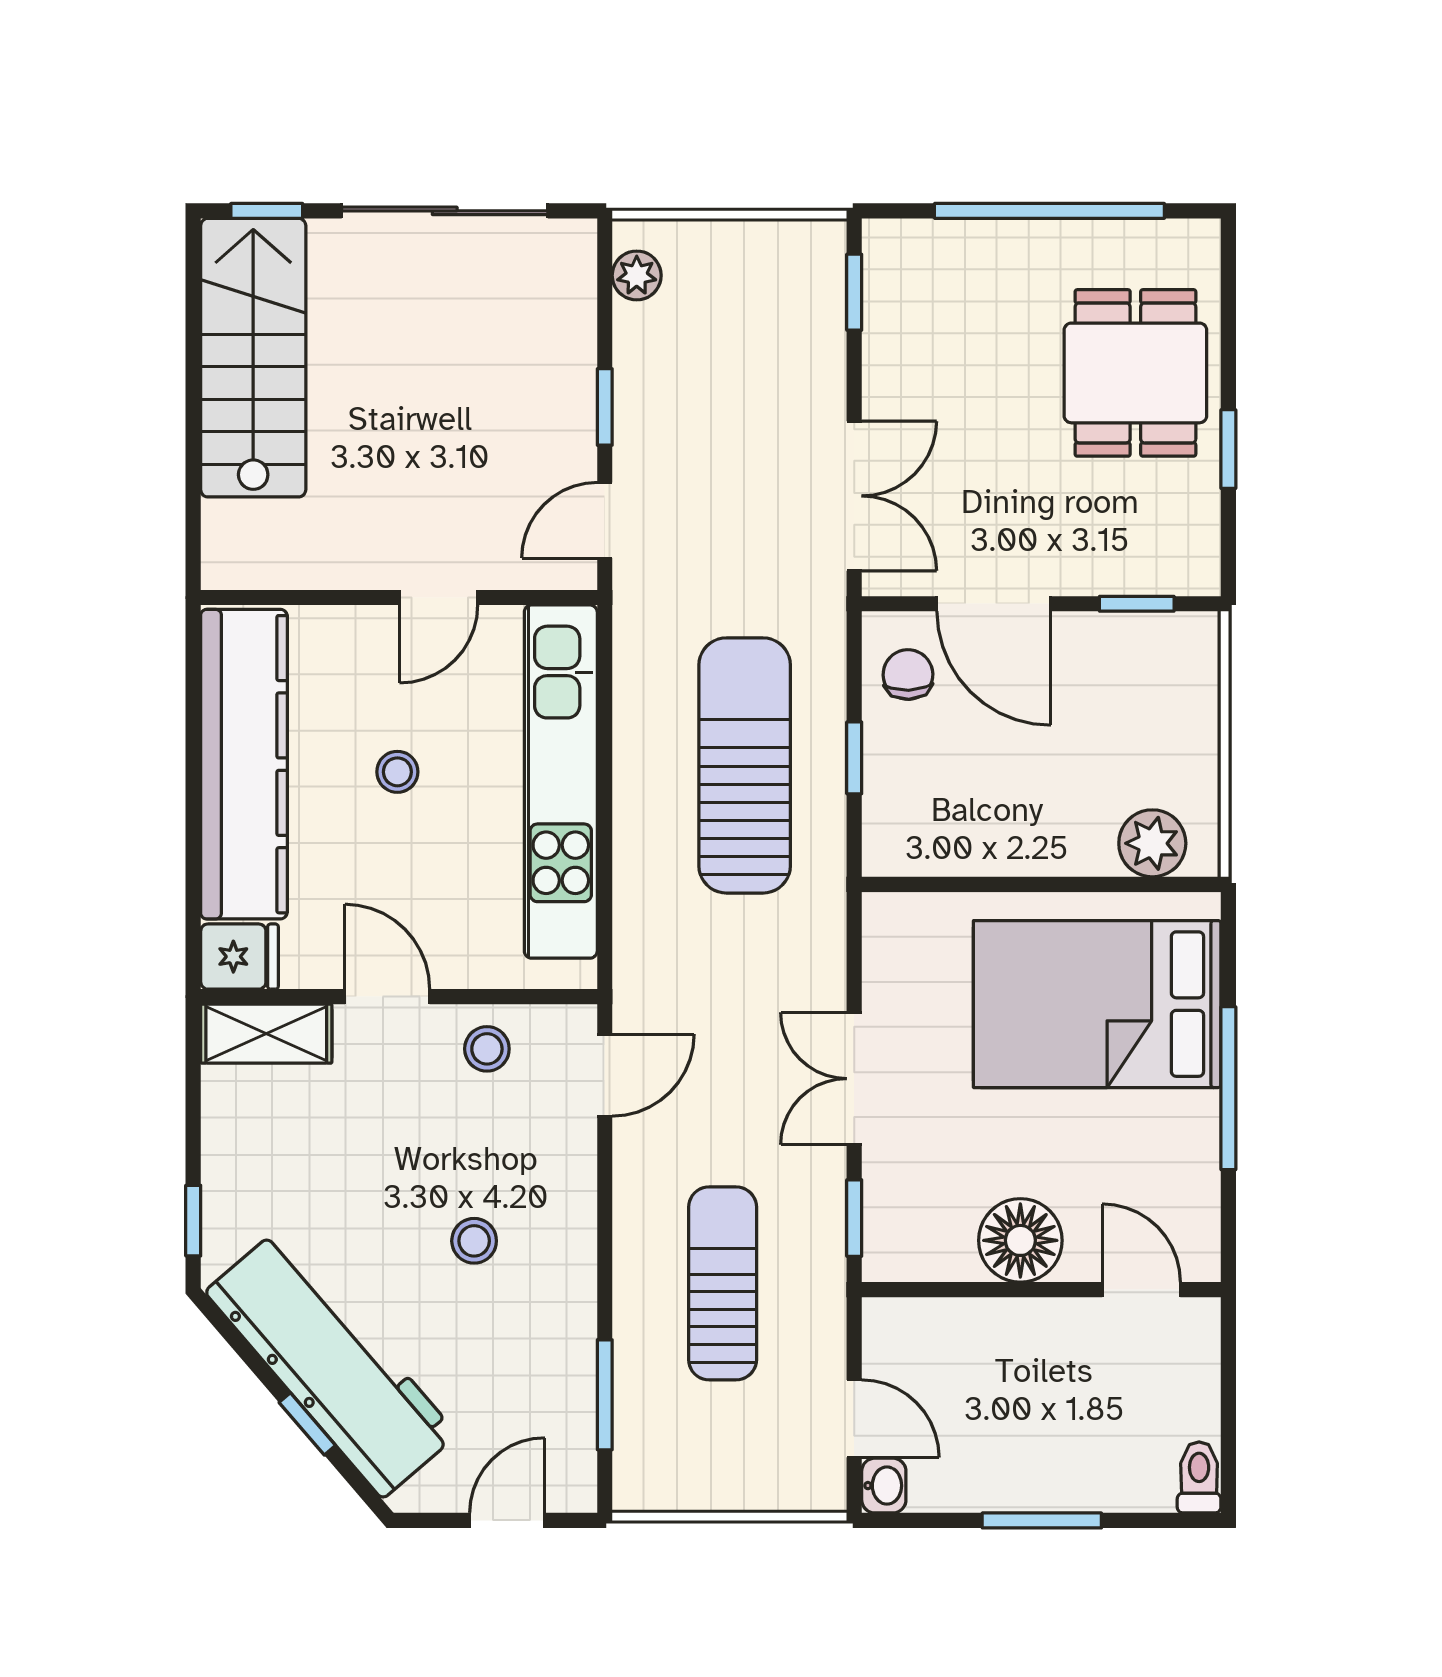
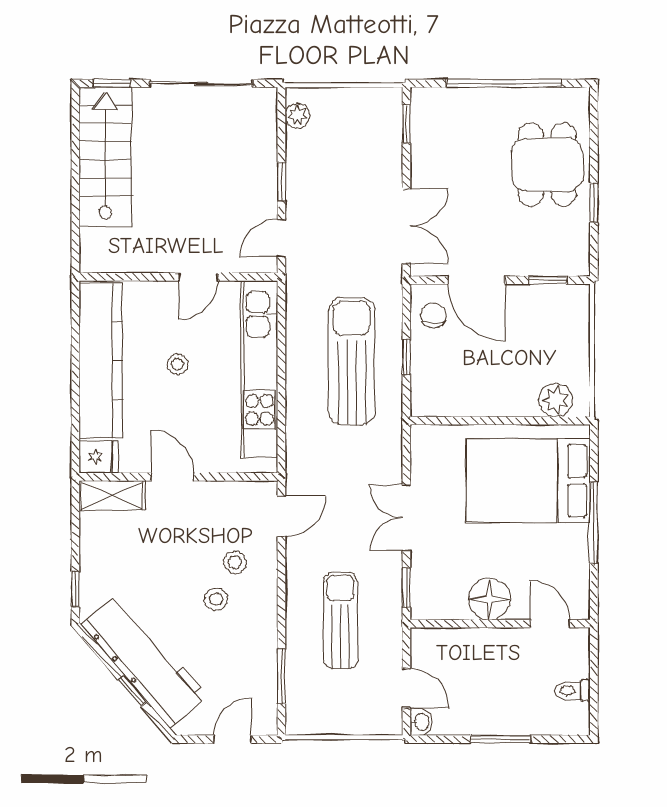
stool: (487, 1049) -> (235, 562), moved
toilet: (1199, 1477) -> (572, 691), moved, turned -90

